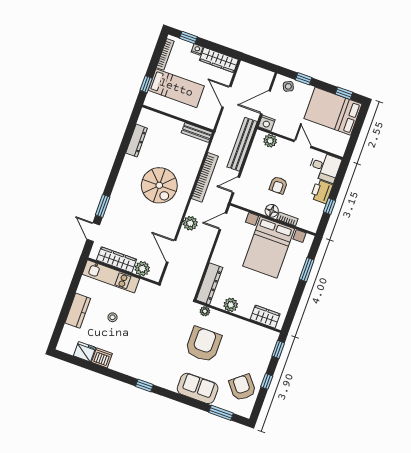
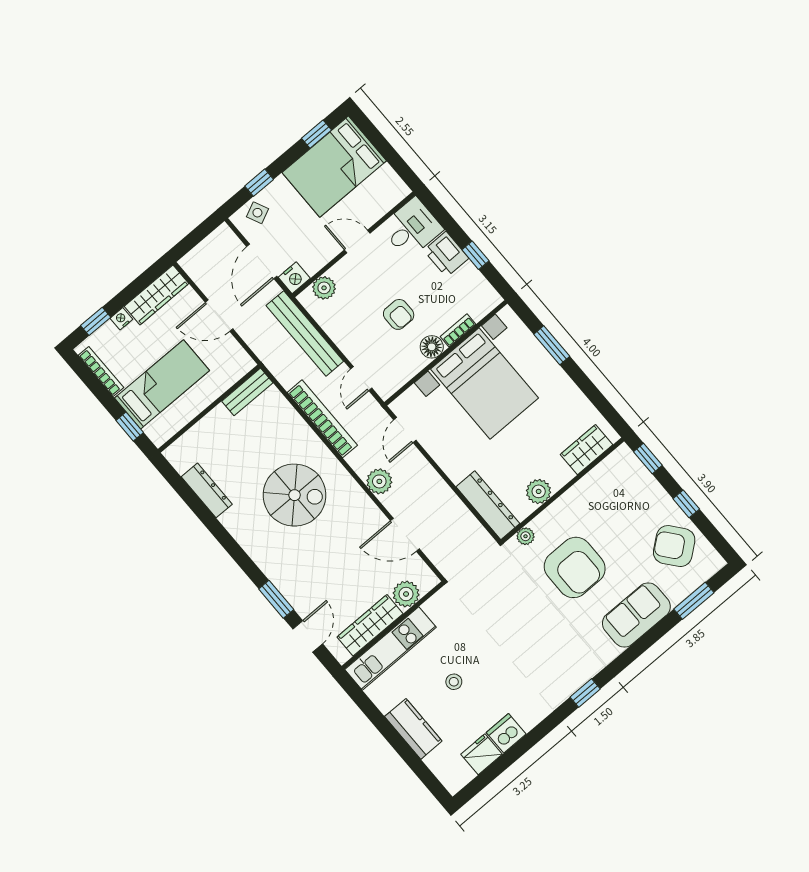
door: (93, 232) -> (308, 636), swing flipped
armchair: (203, 344) -> (575, 567), turned 180

